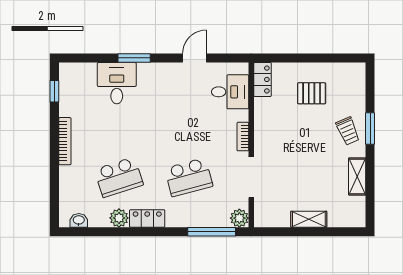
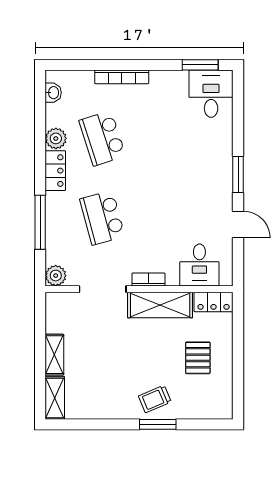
window: (134, 58) -> (238, 175), moved
desk: (117, 83) -> (211, 94), moved, turned -90
window: (54, 91) -> (200, 65), width x1.50
shelving: (265, 126) -> (160, 305), added
bookcase: (65, 141) -> (122, 77), moved
shelving: (357, 176) -> (55, 398), moved, turned 90
window: (212, 232) -> (40, 222), moved

